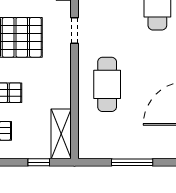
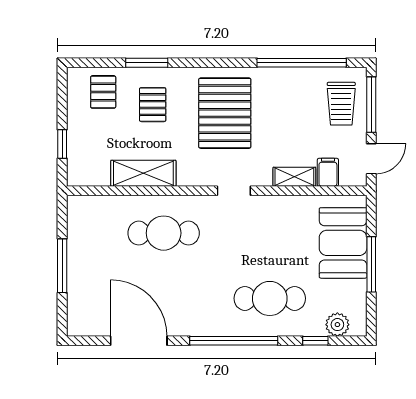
shelving: (61, 134) -> (143, 173), moved

